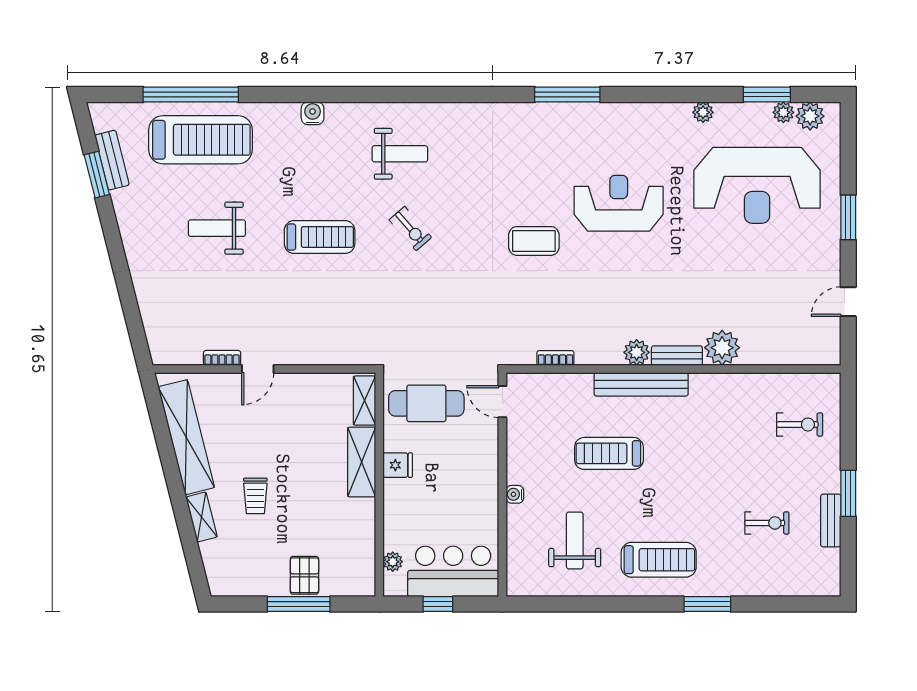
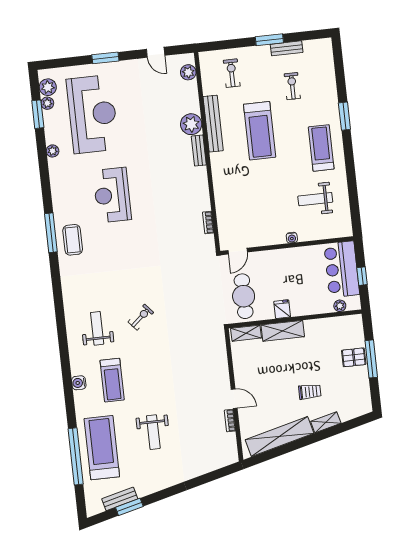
treadmill: (320, 237) -> (112, 380), moved, turned 180
coffee table: (534, 241) -> (73, 240), moved
plant: (637, 352) -> (188, 72), moved
bench: (641, 384) -> (213, 124), moved
treadmill: (609, 453) -> (260, 131), moved, width x1.37, depth x1.38

